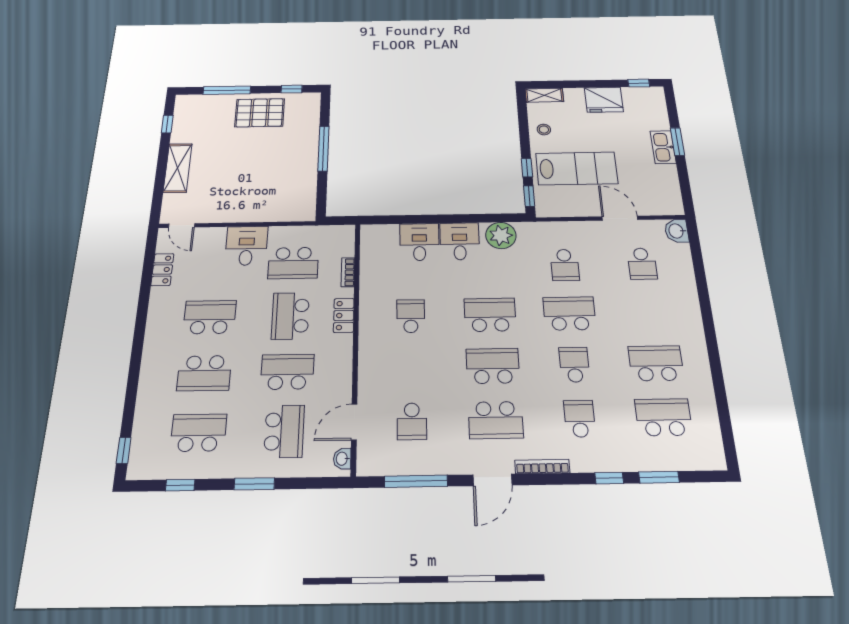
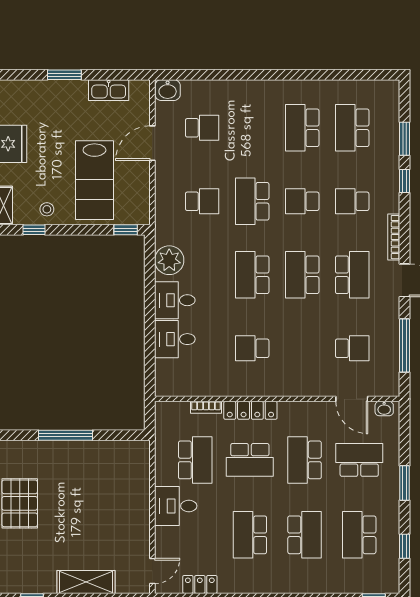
kitchen sink: (663, 147) -> (109, 90), moved
window: (527, 168) -> (34, 230), moved
lab bench: (577, 168) -> (94, 180), turned 180
locker: (344, 315) -> (250, 410), width x1.53

